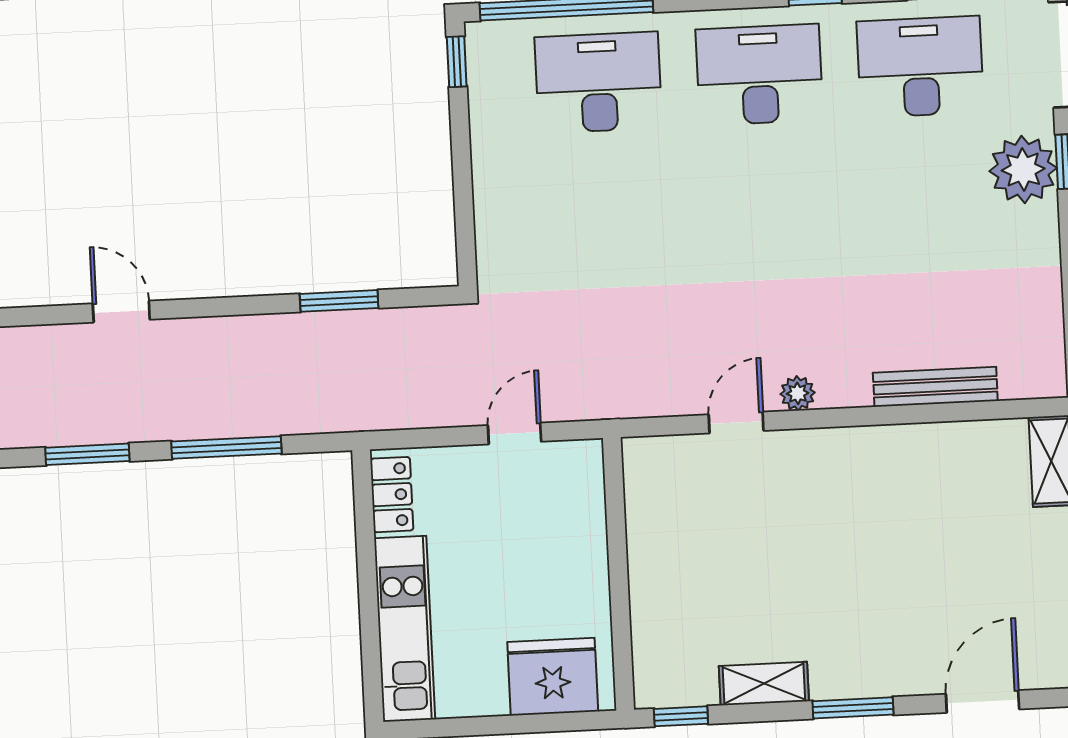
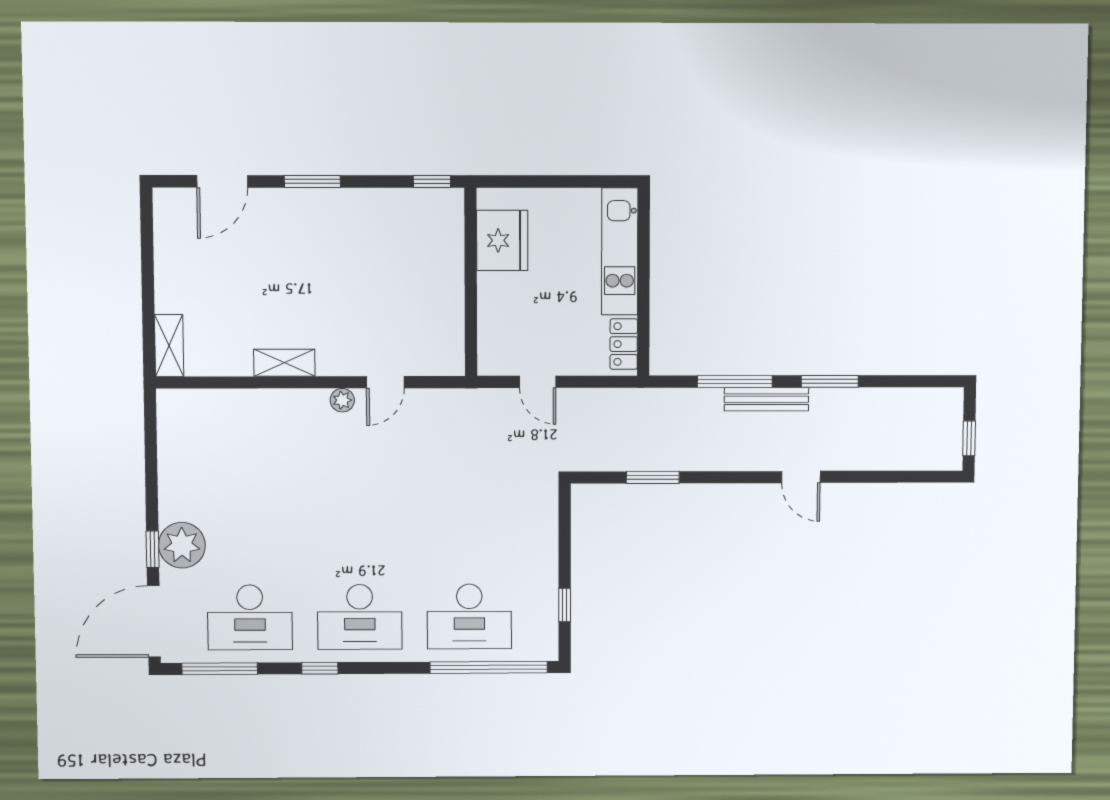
window: (457, 62) -> (565, 605), moved
bench: (935, 387) -> (766, 399), moved
door: (515, 433) -> (538, 382), hinge flipped
fridge: (553, 677) -> (502, 240), moved, turned -90
shelving: (764, 684) -> (284, 363), moved

